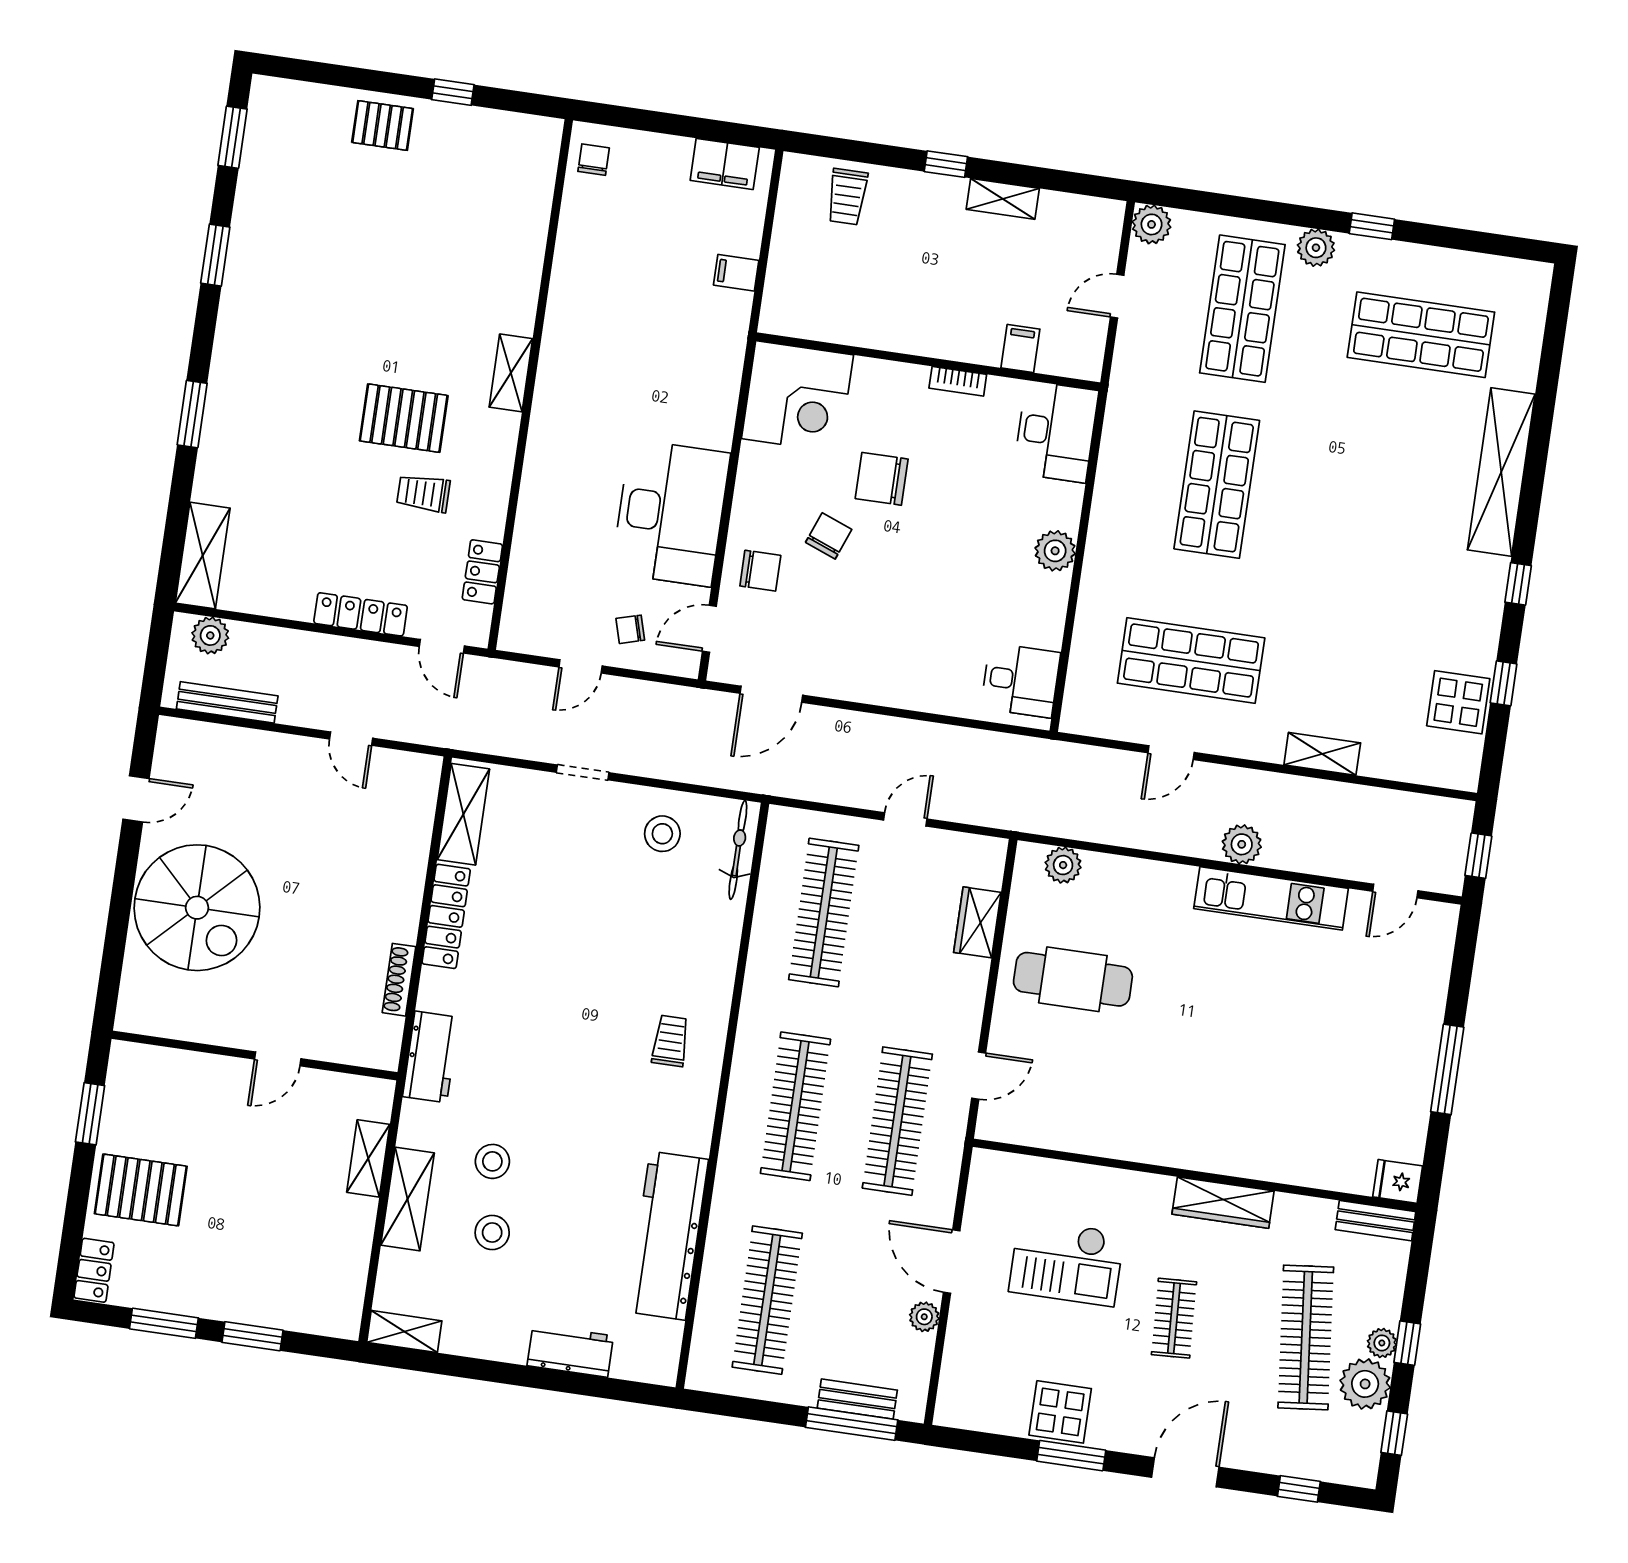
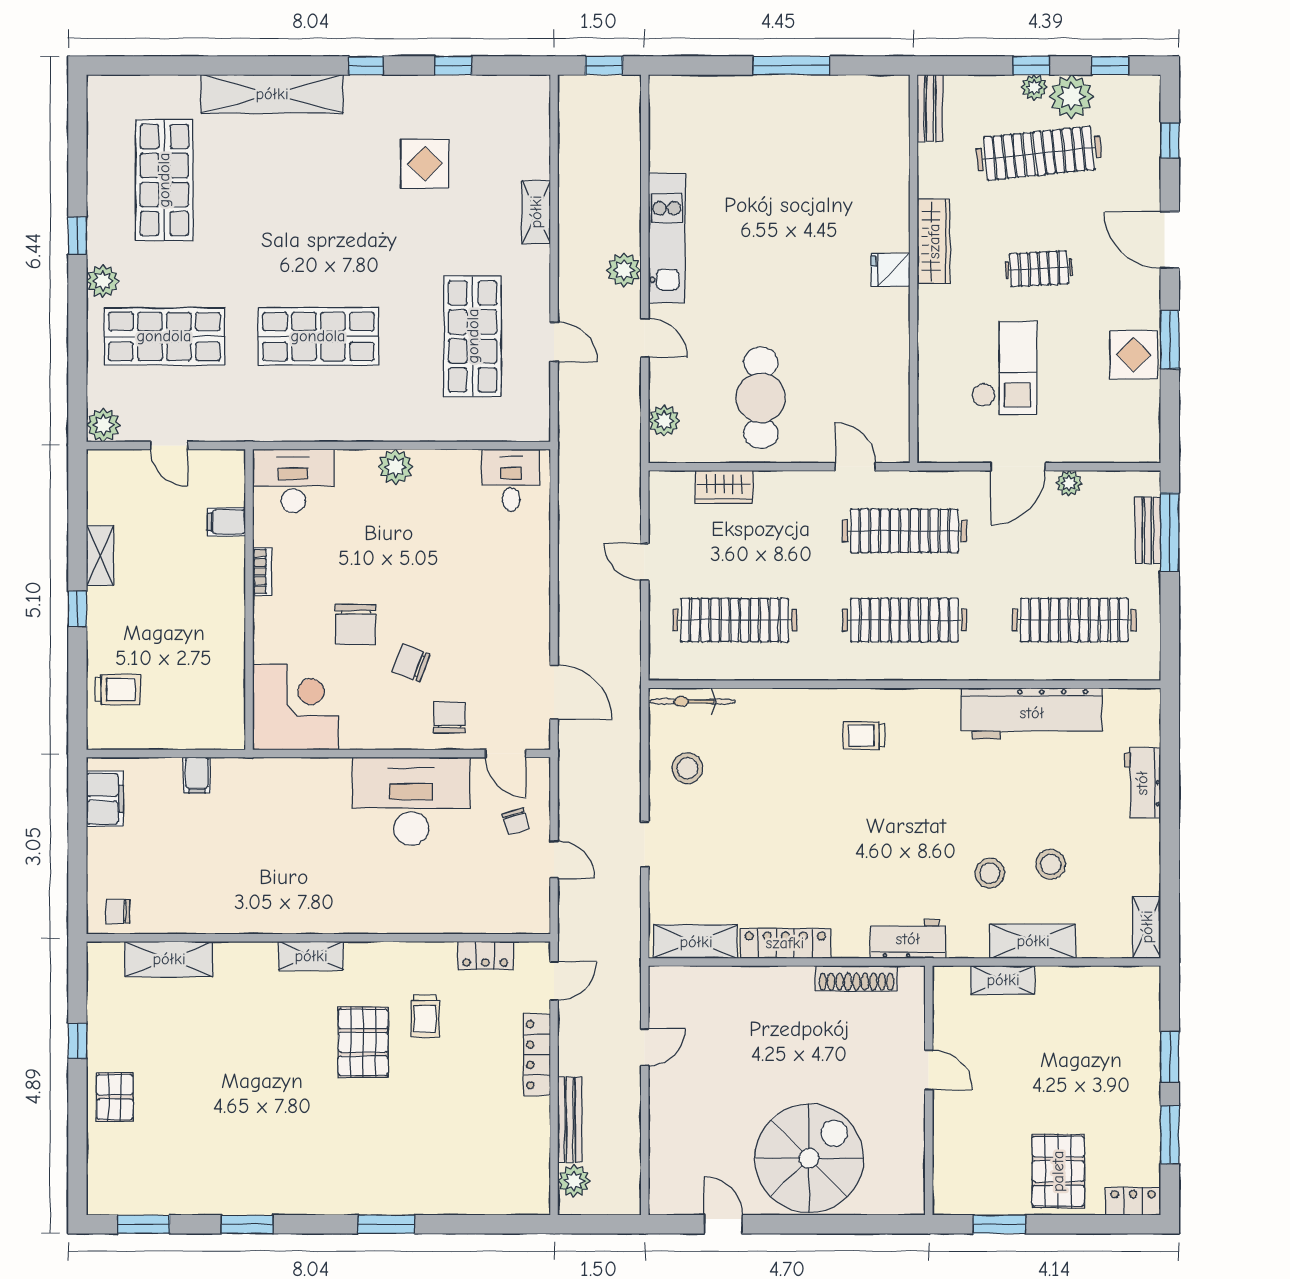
shelving: (203, 556) -> (169, 959), moved
bench: (227, 702) -> (570, 1120), moved
display table: (1458, 702) -> (425, 164), moved
door: (1395, 891) -> (645, 338), moved
shoe rack: (399, 980) -> (856, 978), width x1.36, depth x1.24
fridge: (1398, 1181) -> (890, 270), moved, turned 90

